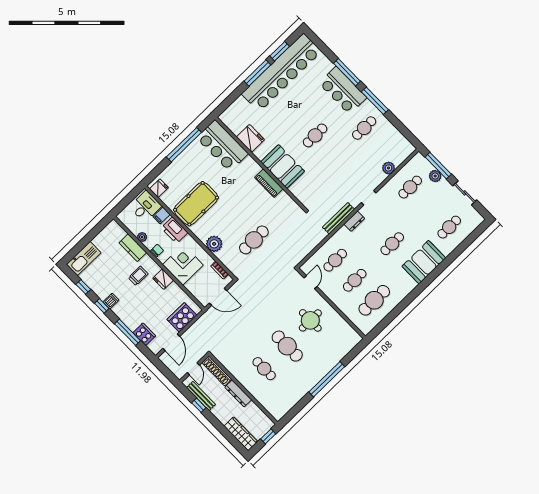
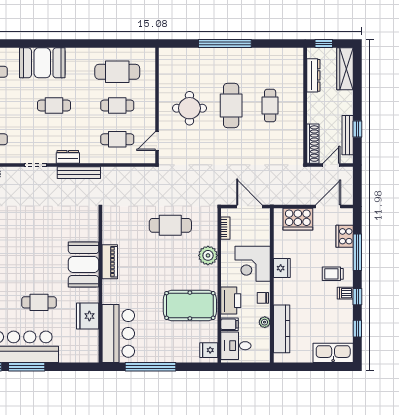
cafe table: (315, 135) -> (39, 302), moved
kitchen counter: (133, 248) -> (282, 329), width x1.50
trolley: (138, 276) -> (333, 274), moved
dresser: (238, 393) -> (313, 75), moved

